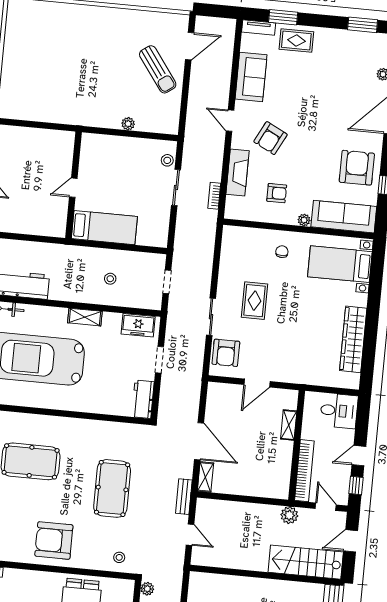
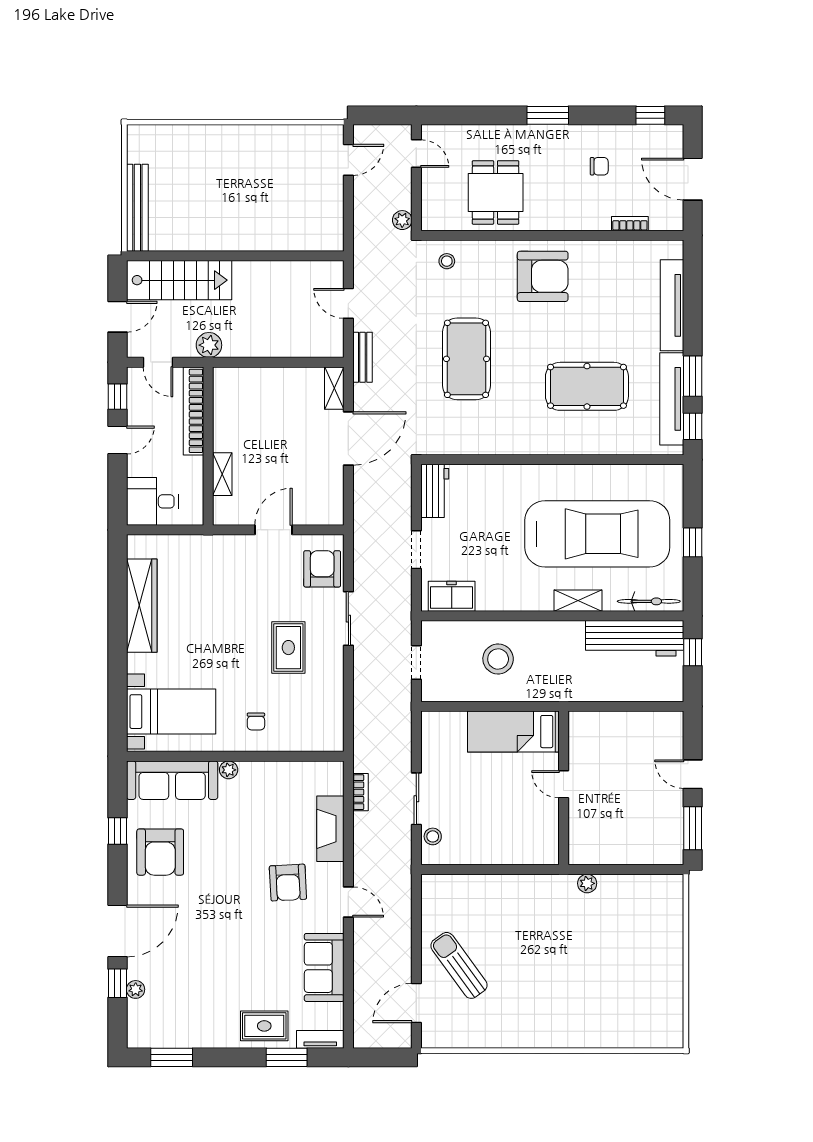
plant: (128, 124) -> (587, 883), moved
armchair: (270, 138) -> (288, 883), turned 150
door: (73, 188) -> (564, 784), swing flipped
armchair: (277, 193) -> (271, 805), removed
stool: (110, 279) -> (498, 659), width x1.89, depth x1.89
shelving: (85, 317) -> (578, 601), moved
door: (199, 441) -> (348, 438), swing flipped

